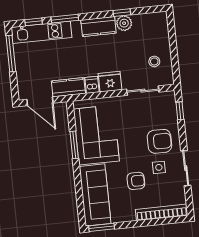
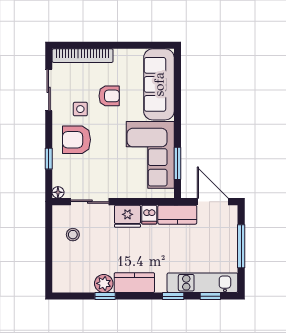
window: (65, 19) -> (173, 296), width x0.67
window: (11, 54) -> (241, 246), moved
floor lamp: (170, 96) -> (58, 192), added
window: (180, 111) -> (49, 159), moved
window: (74, 145) -> (178, 163), moved
sliding door: (186, 168) -> (49, 90), moved
armchair: (136, 181) -> (109, 96), turned 180
window: (102, 227) -> (155, 45), removed

